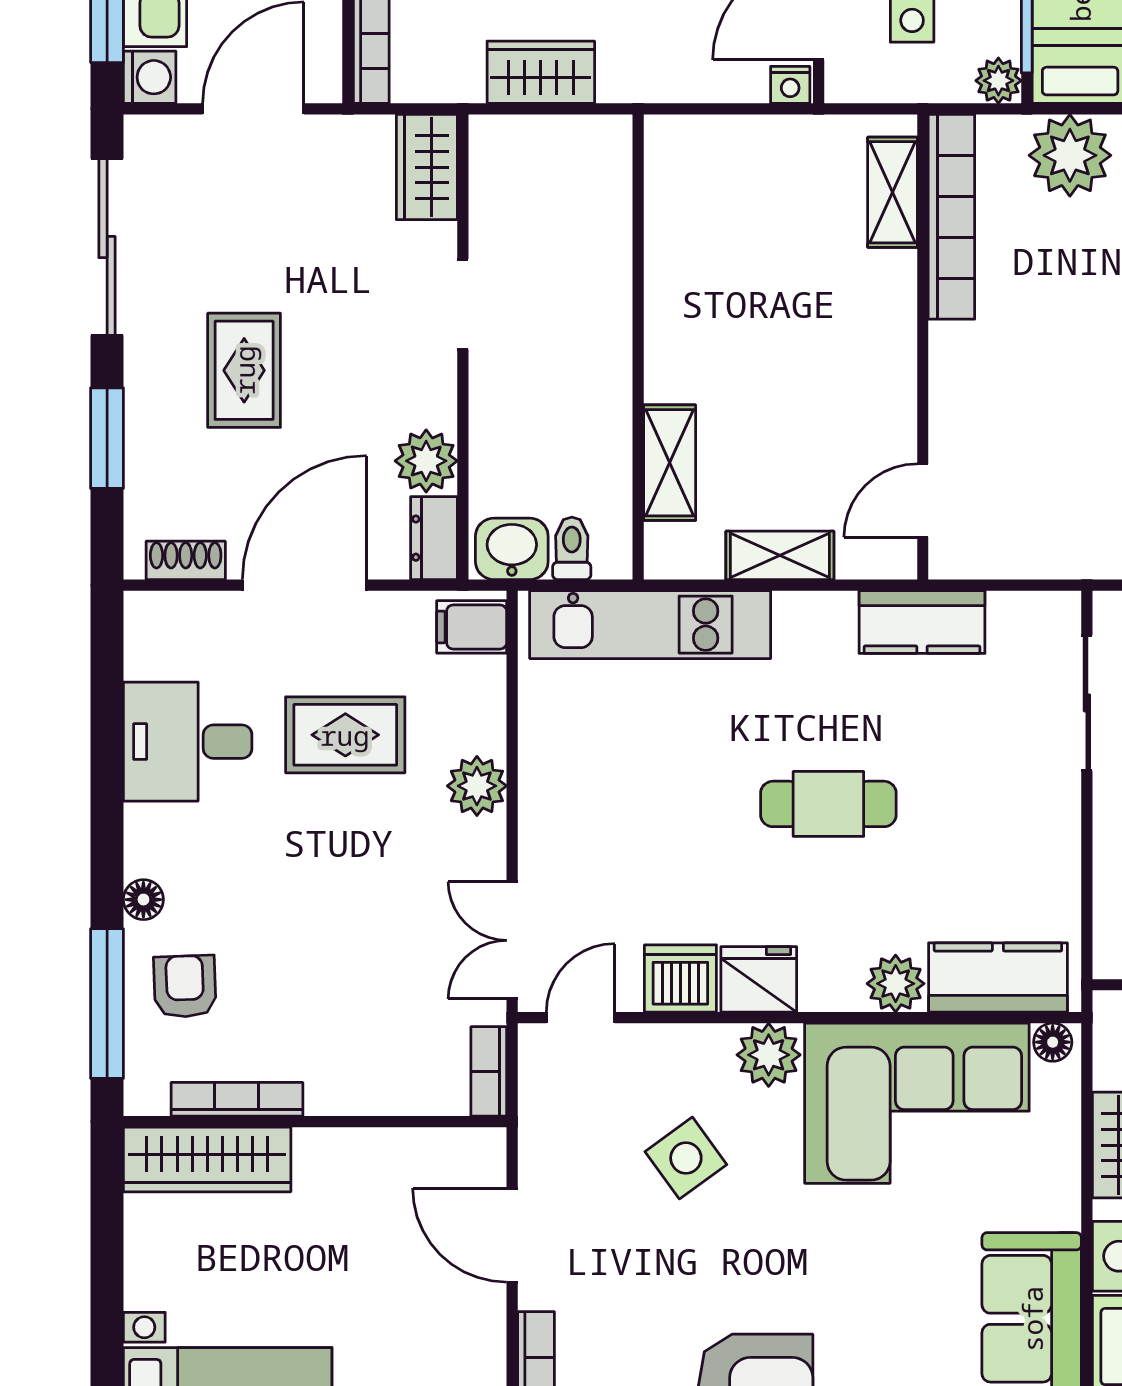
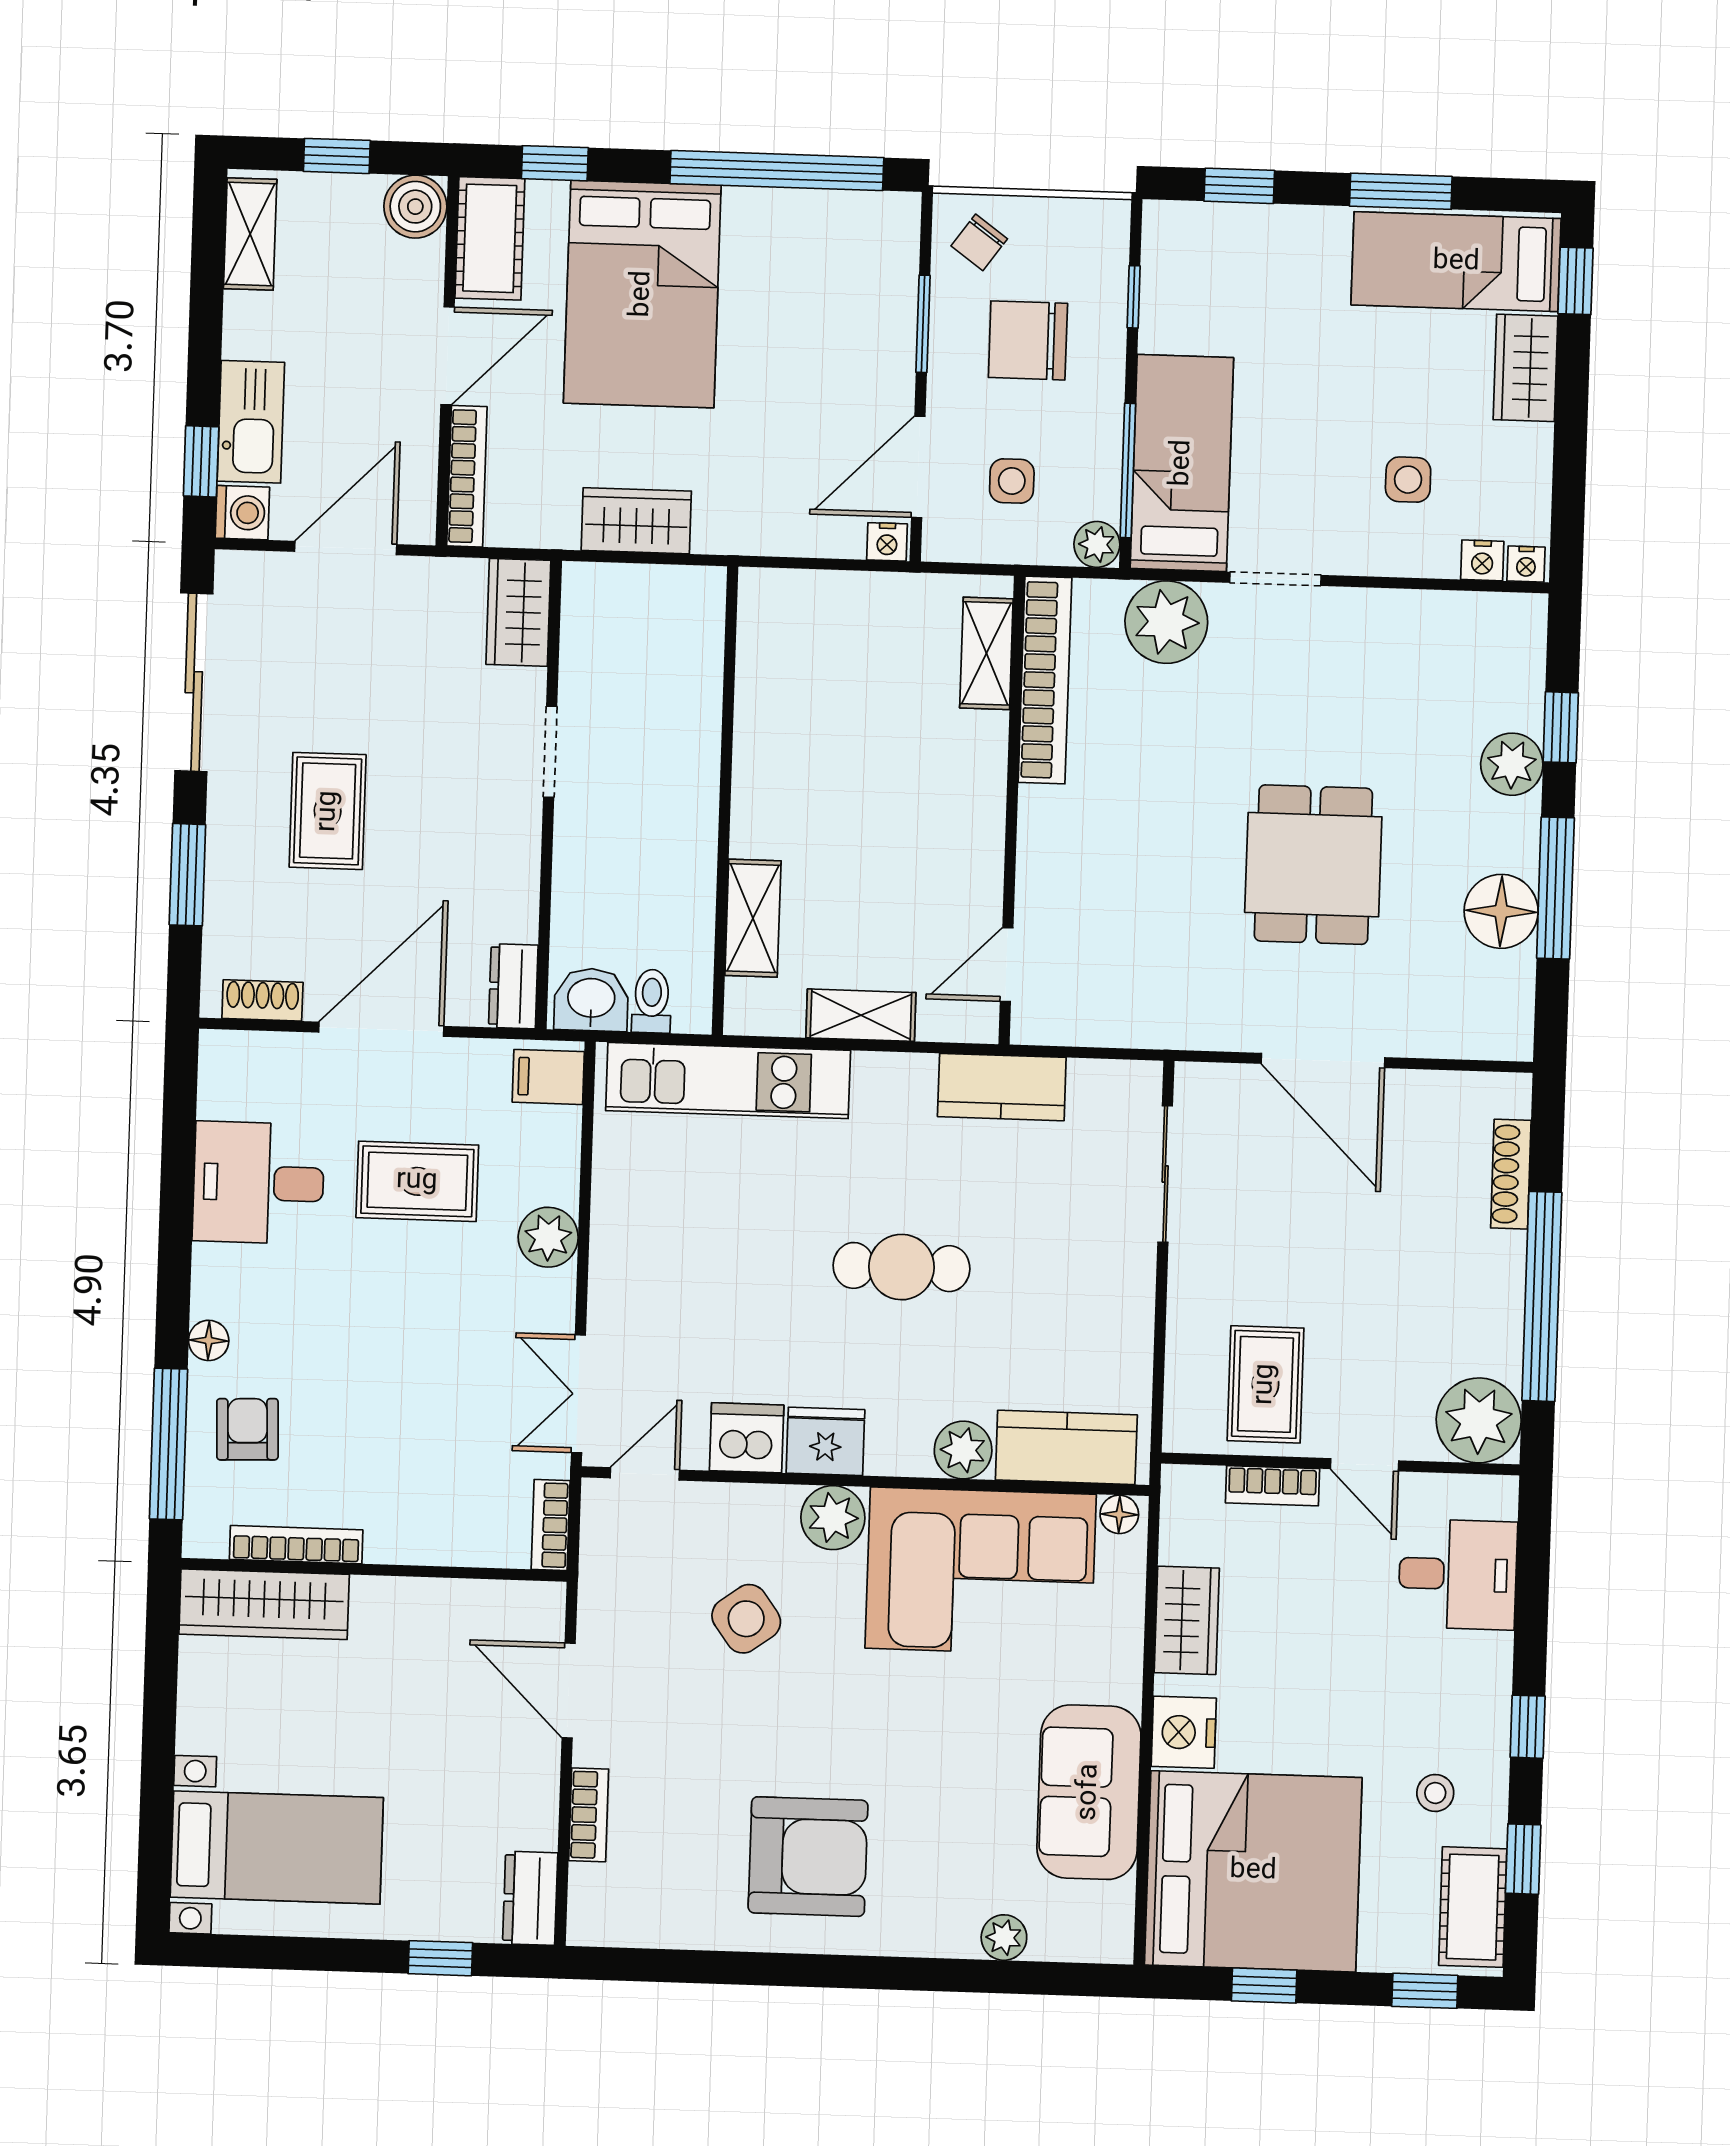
plant: (426, 461) -> (508, 908), removed

